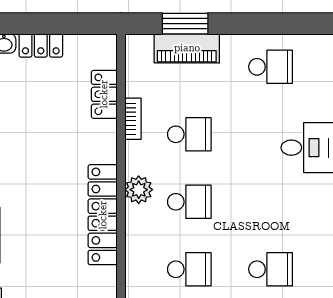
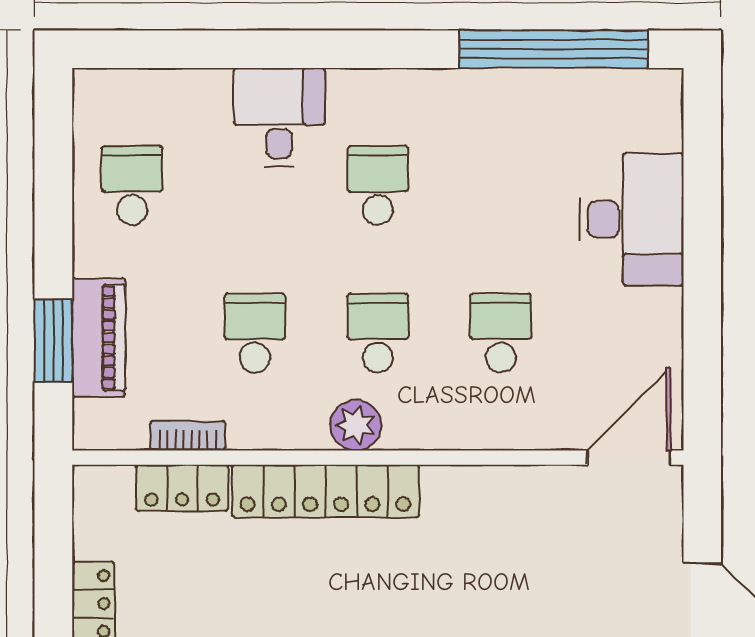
bookcase: (133, 119) -> (188, 436), moved
locker: (103, 215) -> (326, 491), moved
school desk: (270, 269) -> (378, 185), moved

